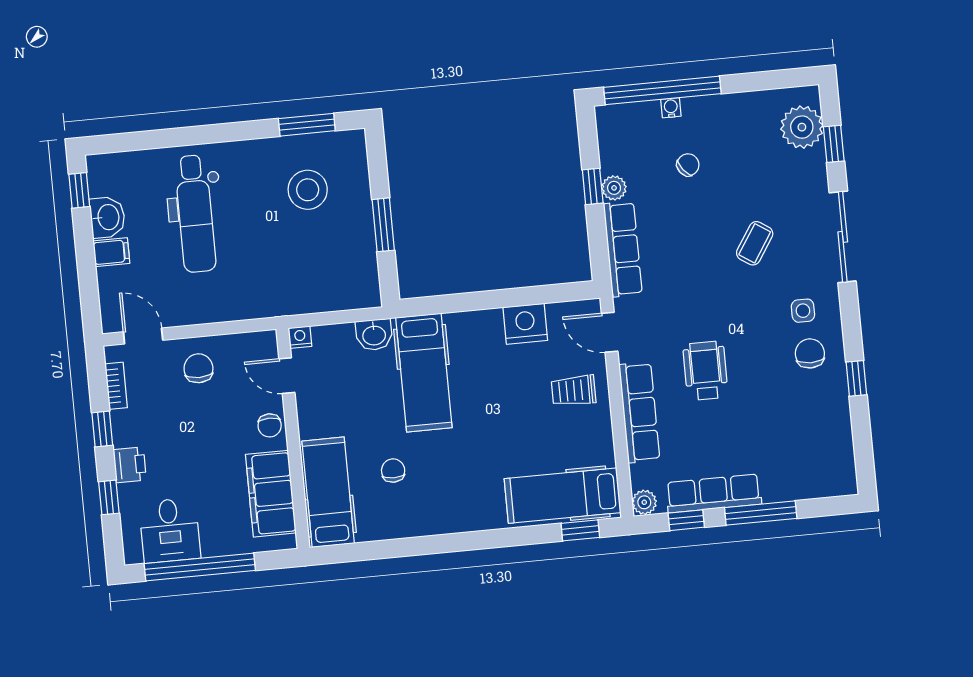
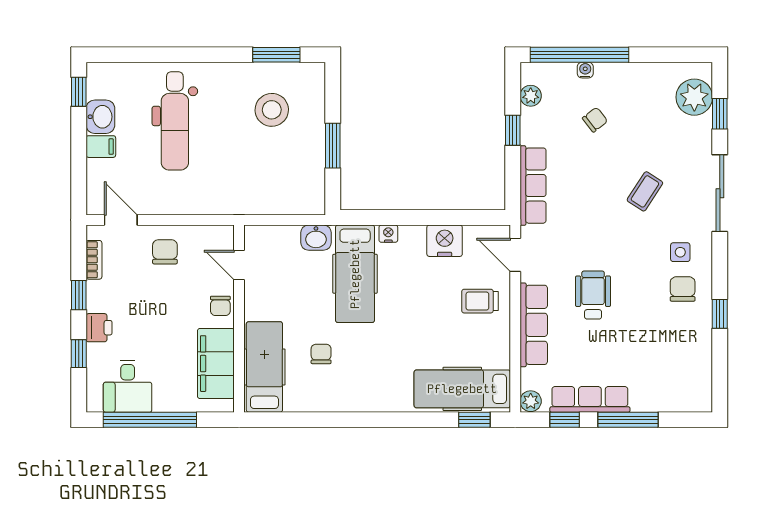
plant: (614, 188) -> (531, 96), moved
nightstand: (300, 337) -> (388, 234), moved

